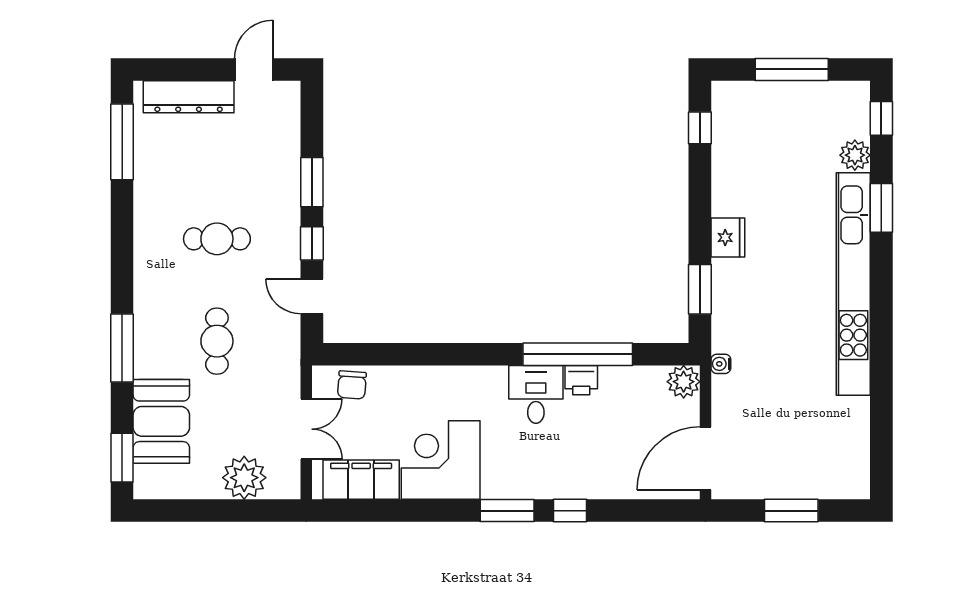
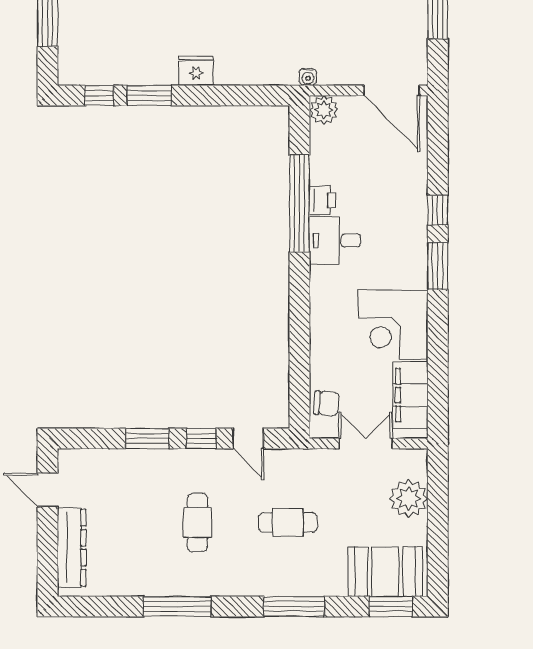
window: (122, 142) -> (177, 607), moved
window: (700, 289) -> (149, 95), moved
door: (312, 296) -> (248, 439), hinge flipped
booth: (161, 421) -> (385, 572), moved

